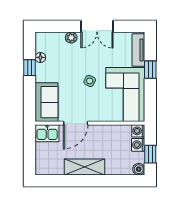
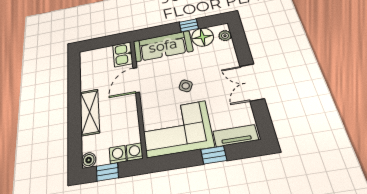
plant: (71, 38) -> (225, 36), moved
floor lamp: (40, 57) -> (203, 37), width x1.89, depth x1.89
sofa: (46, 102) -> (163, 46), width x1.36
door: (76, 123) -> (136, 80), hinge flipped
shelving: (84, 167) -> (90, 112), moved

